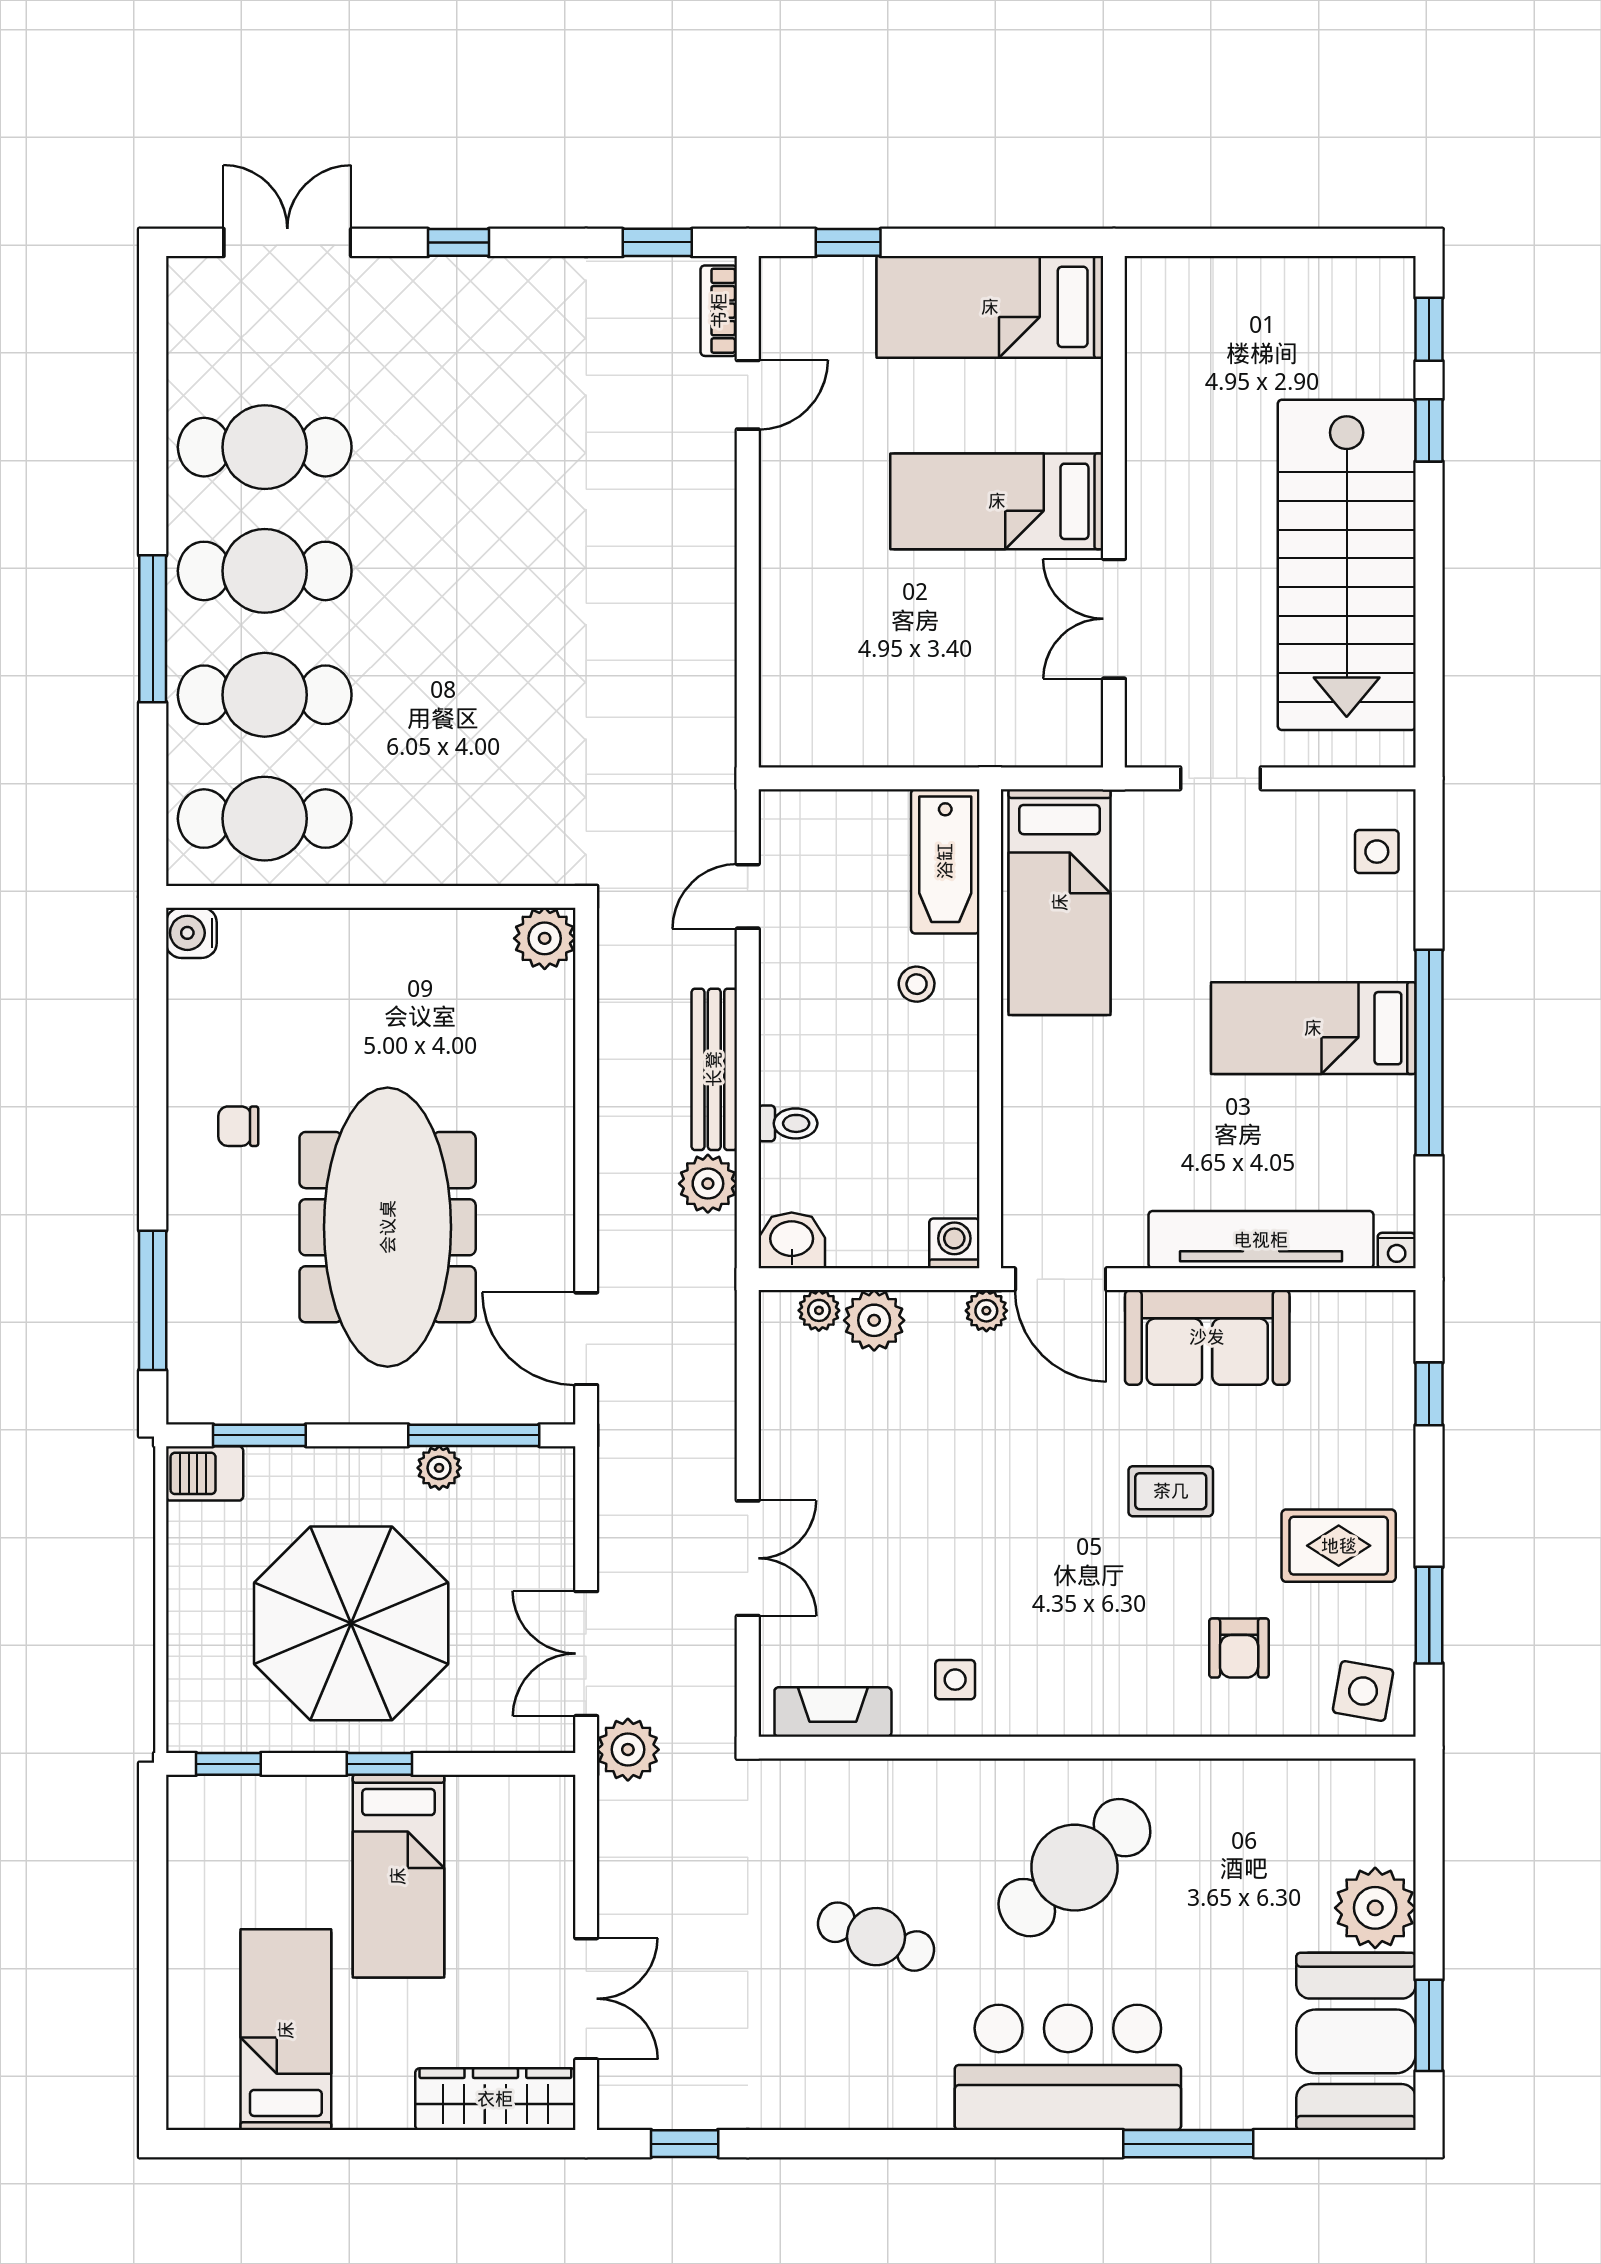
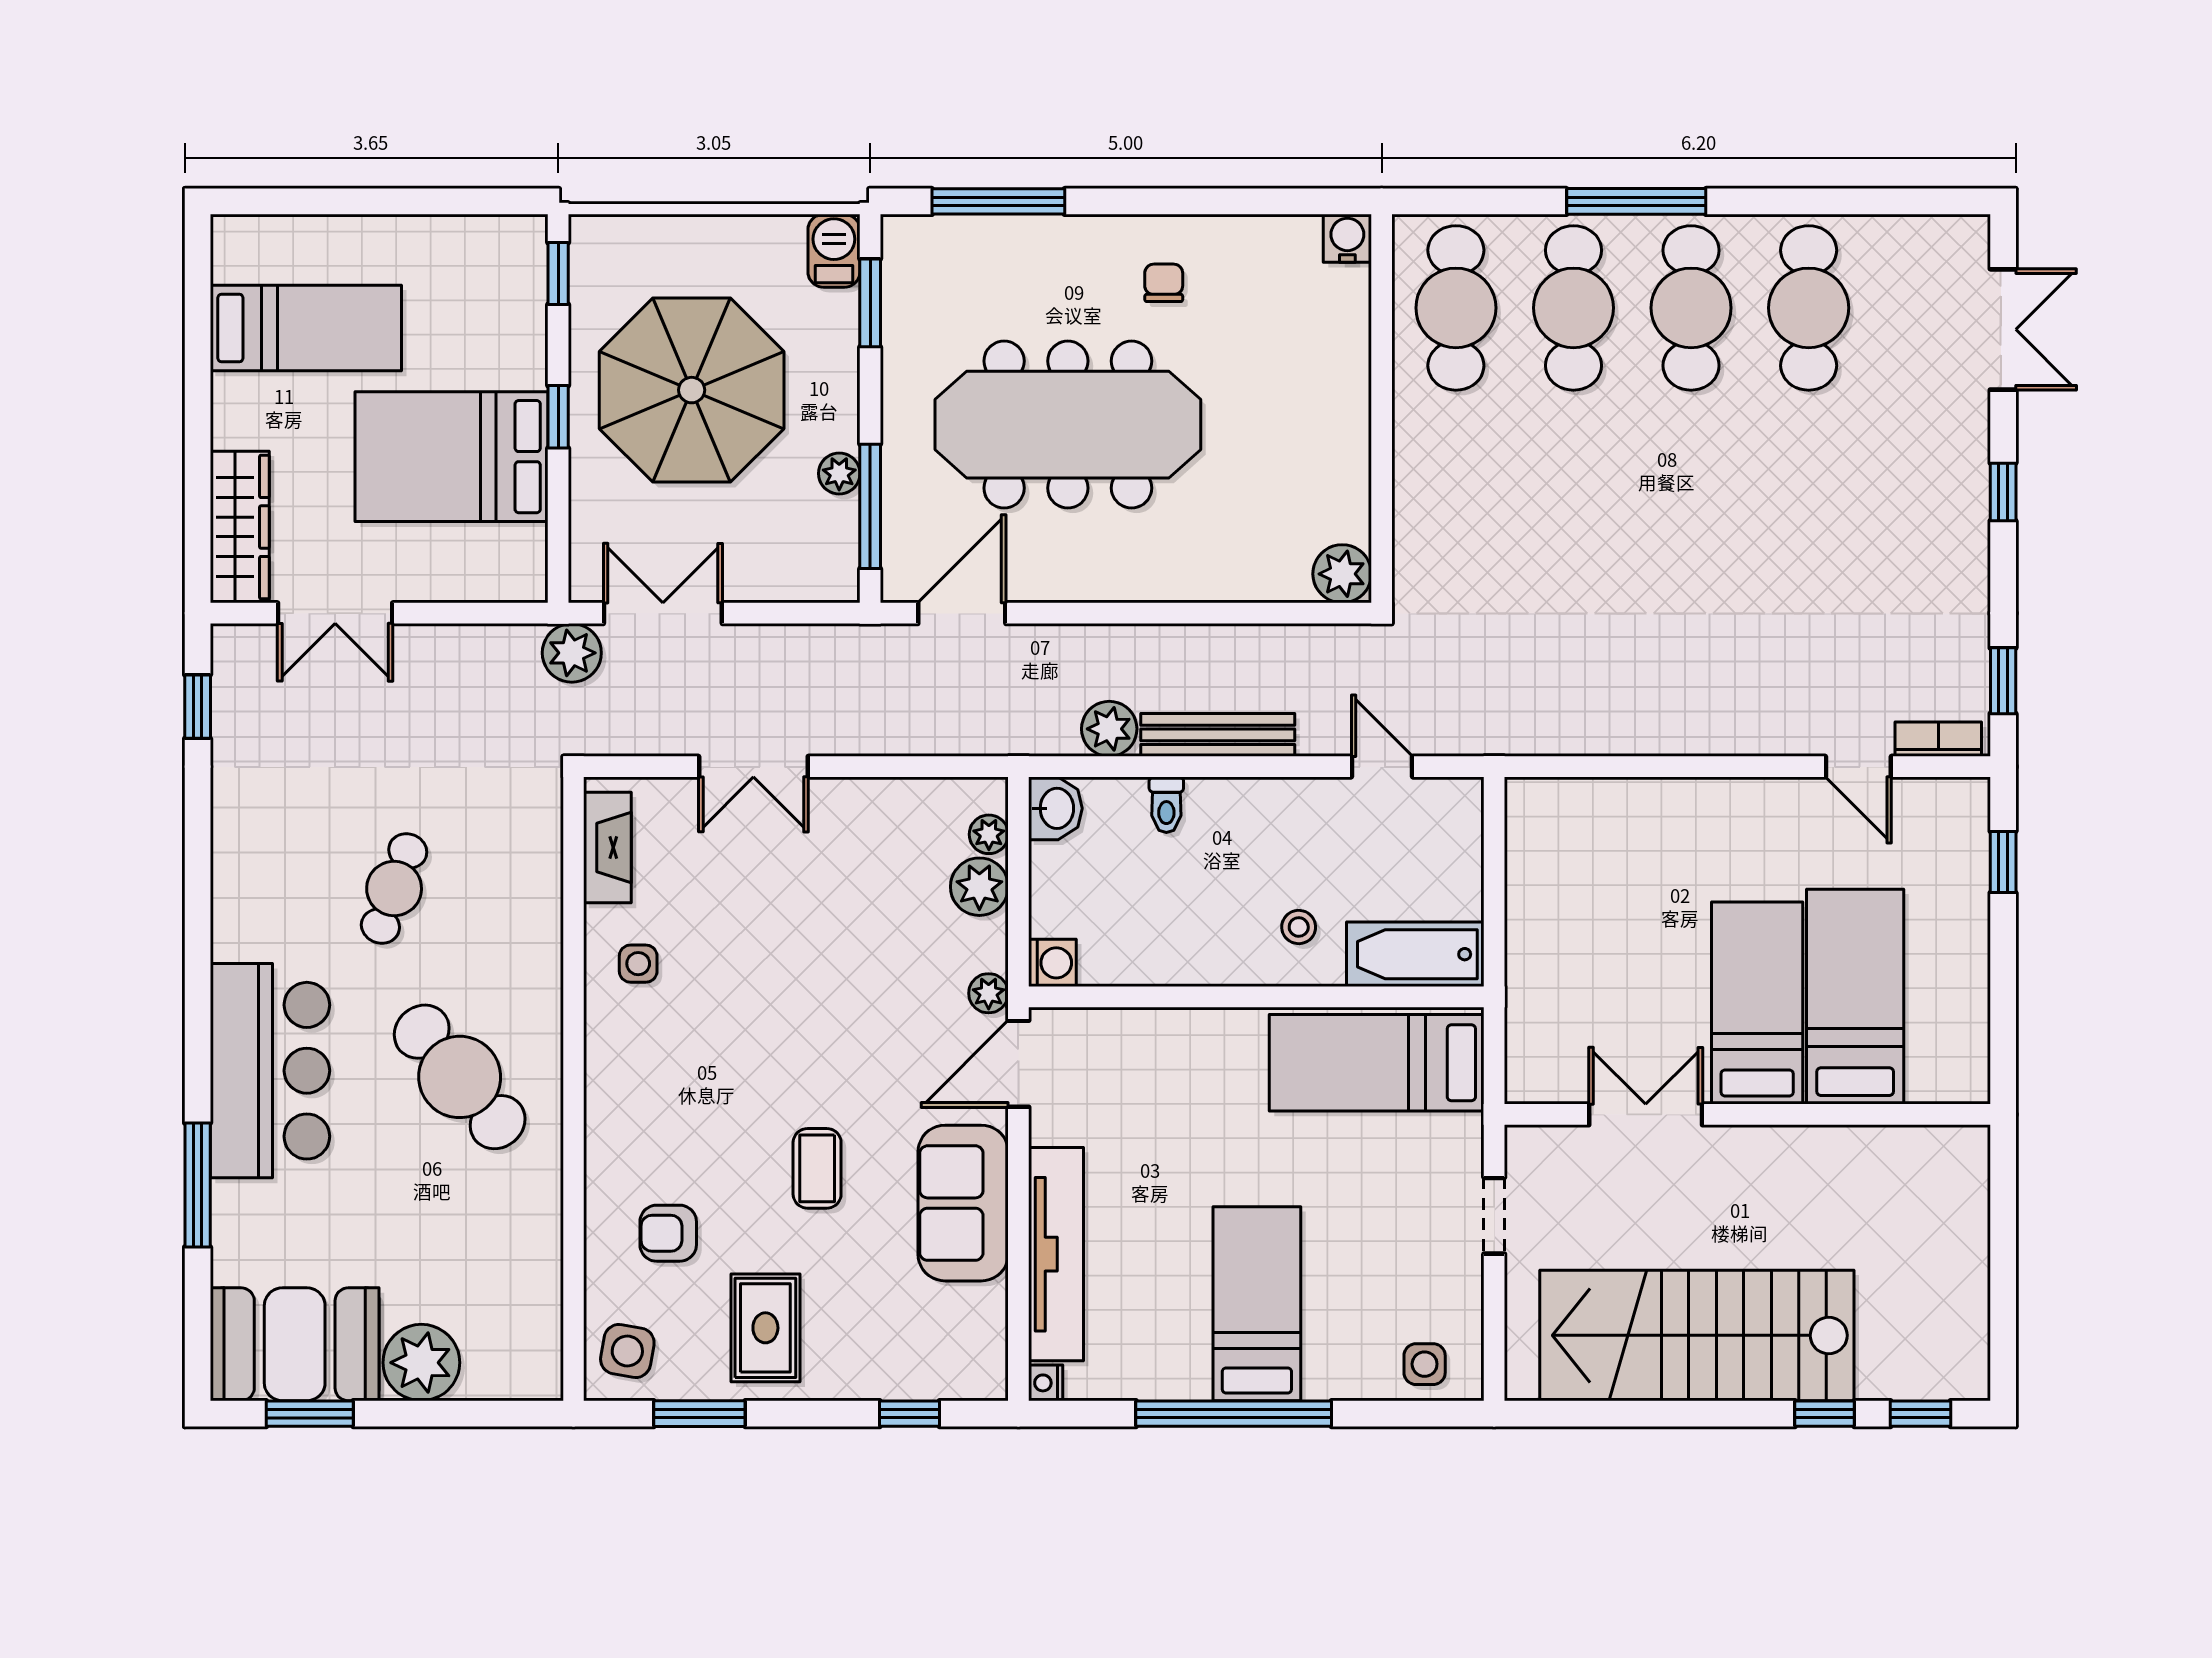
bed: (990, 307) -> (1855, 997), moved
bed: (398, 1876) -> (452, 457), width x1.50

